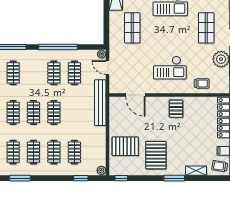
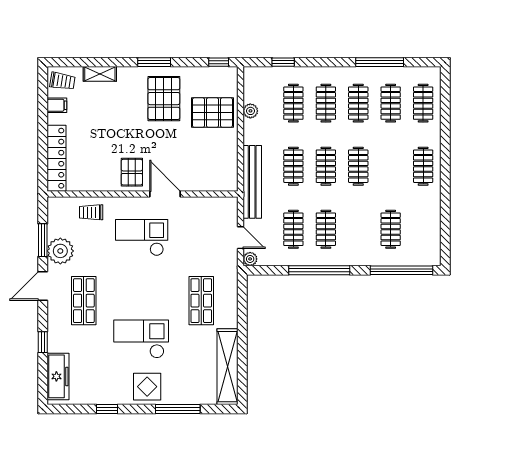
door: (135, 95) -> (165, 194), moved
clothes rail: (13, 113) -> (293, 166), moved
plant: (101, 170) -> (250, 111), moved
window: (20, 178) -> (380, 62), width x1.44
window: (174, 178) -> (154, 62), moved

